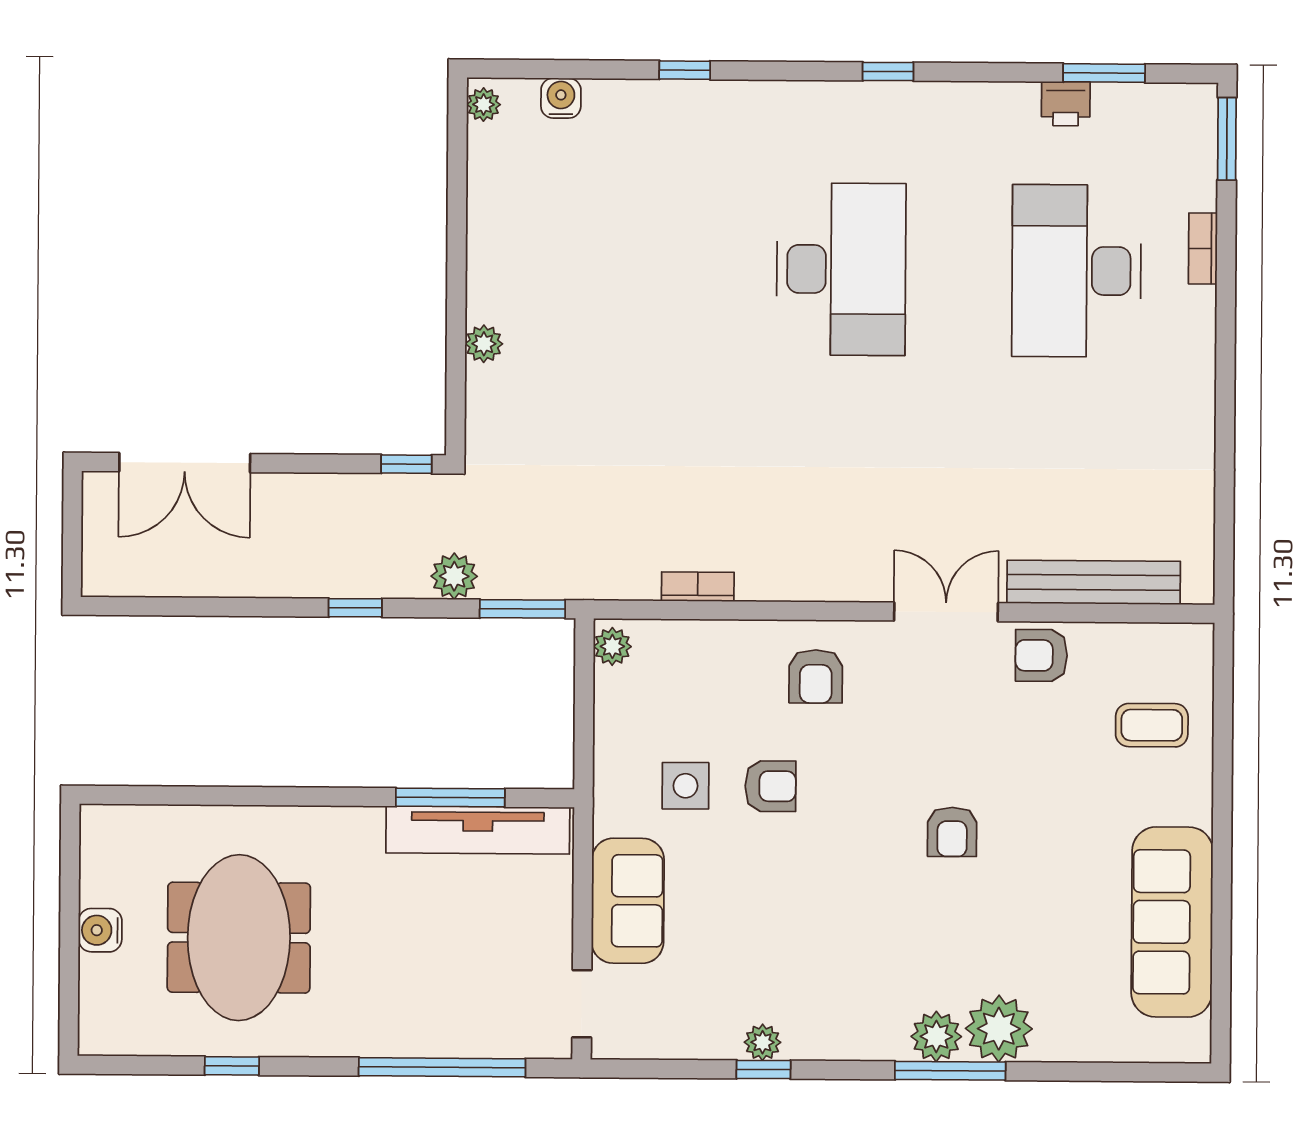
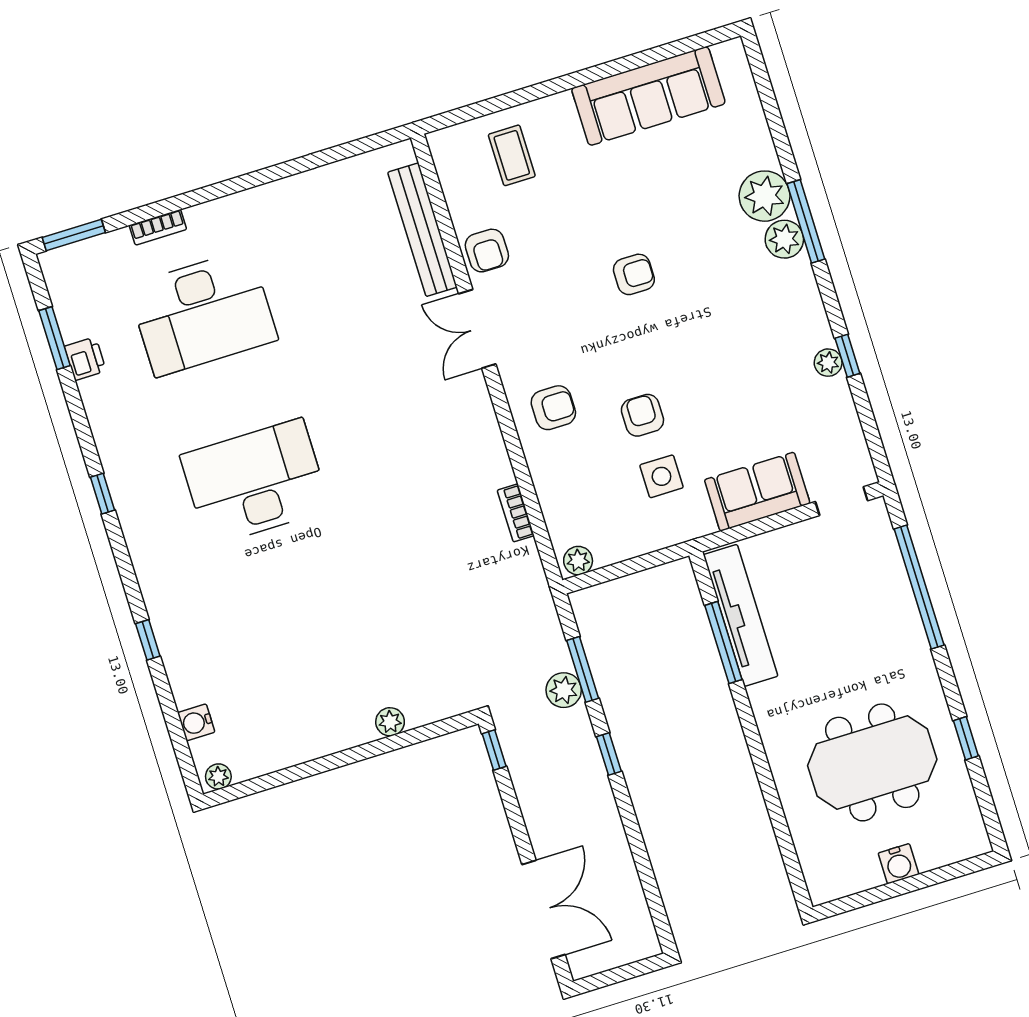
window: (522, 609) -> (583, 669), moved

